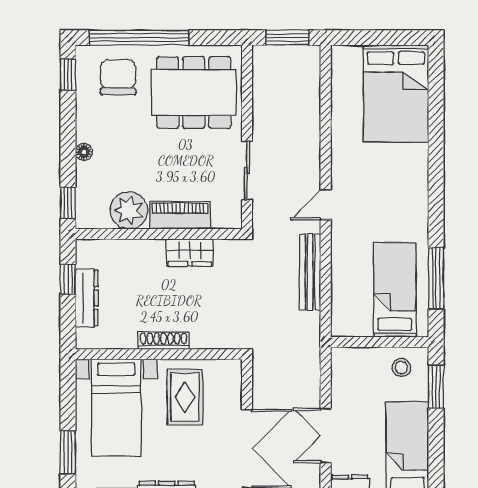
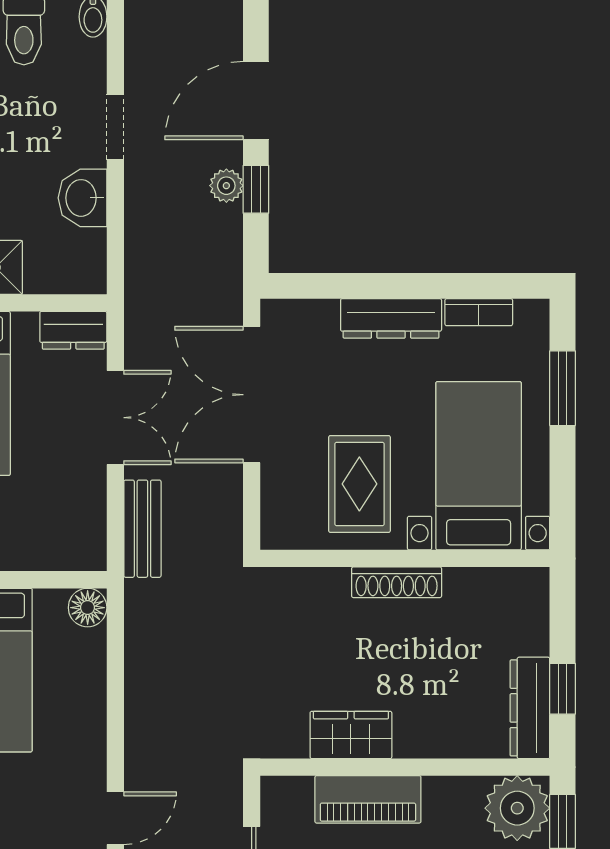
plant: (129, 210) -> (517, 808), moved
bench: (310, 272) -> (142, 529), moved, width x0.73
dresser: (87, 298) -> (530, 708), moved
floor lamp: (342, 326) -> (88, 608), added

